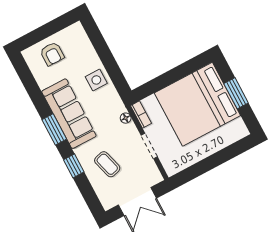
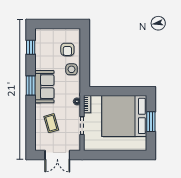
armchair: (52, 54) -> (67, 49), moved
sofa: (69, 114) -> (44, 87), width x0.73
window: (74, 166) -> (31, 47), moved

